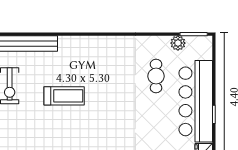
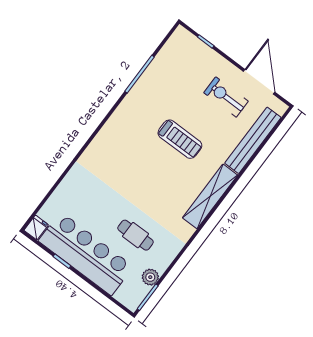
shelving: (89, 44) -> (210, 196), added
treadmill: (64, 96) -> (180, 139), turned -90

